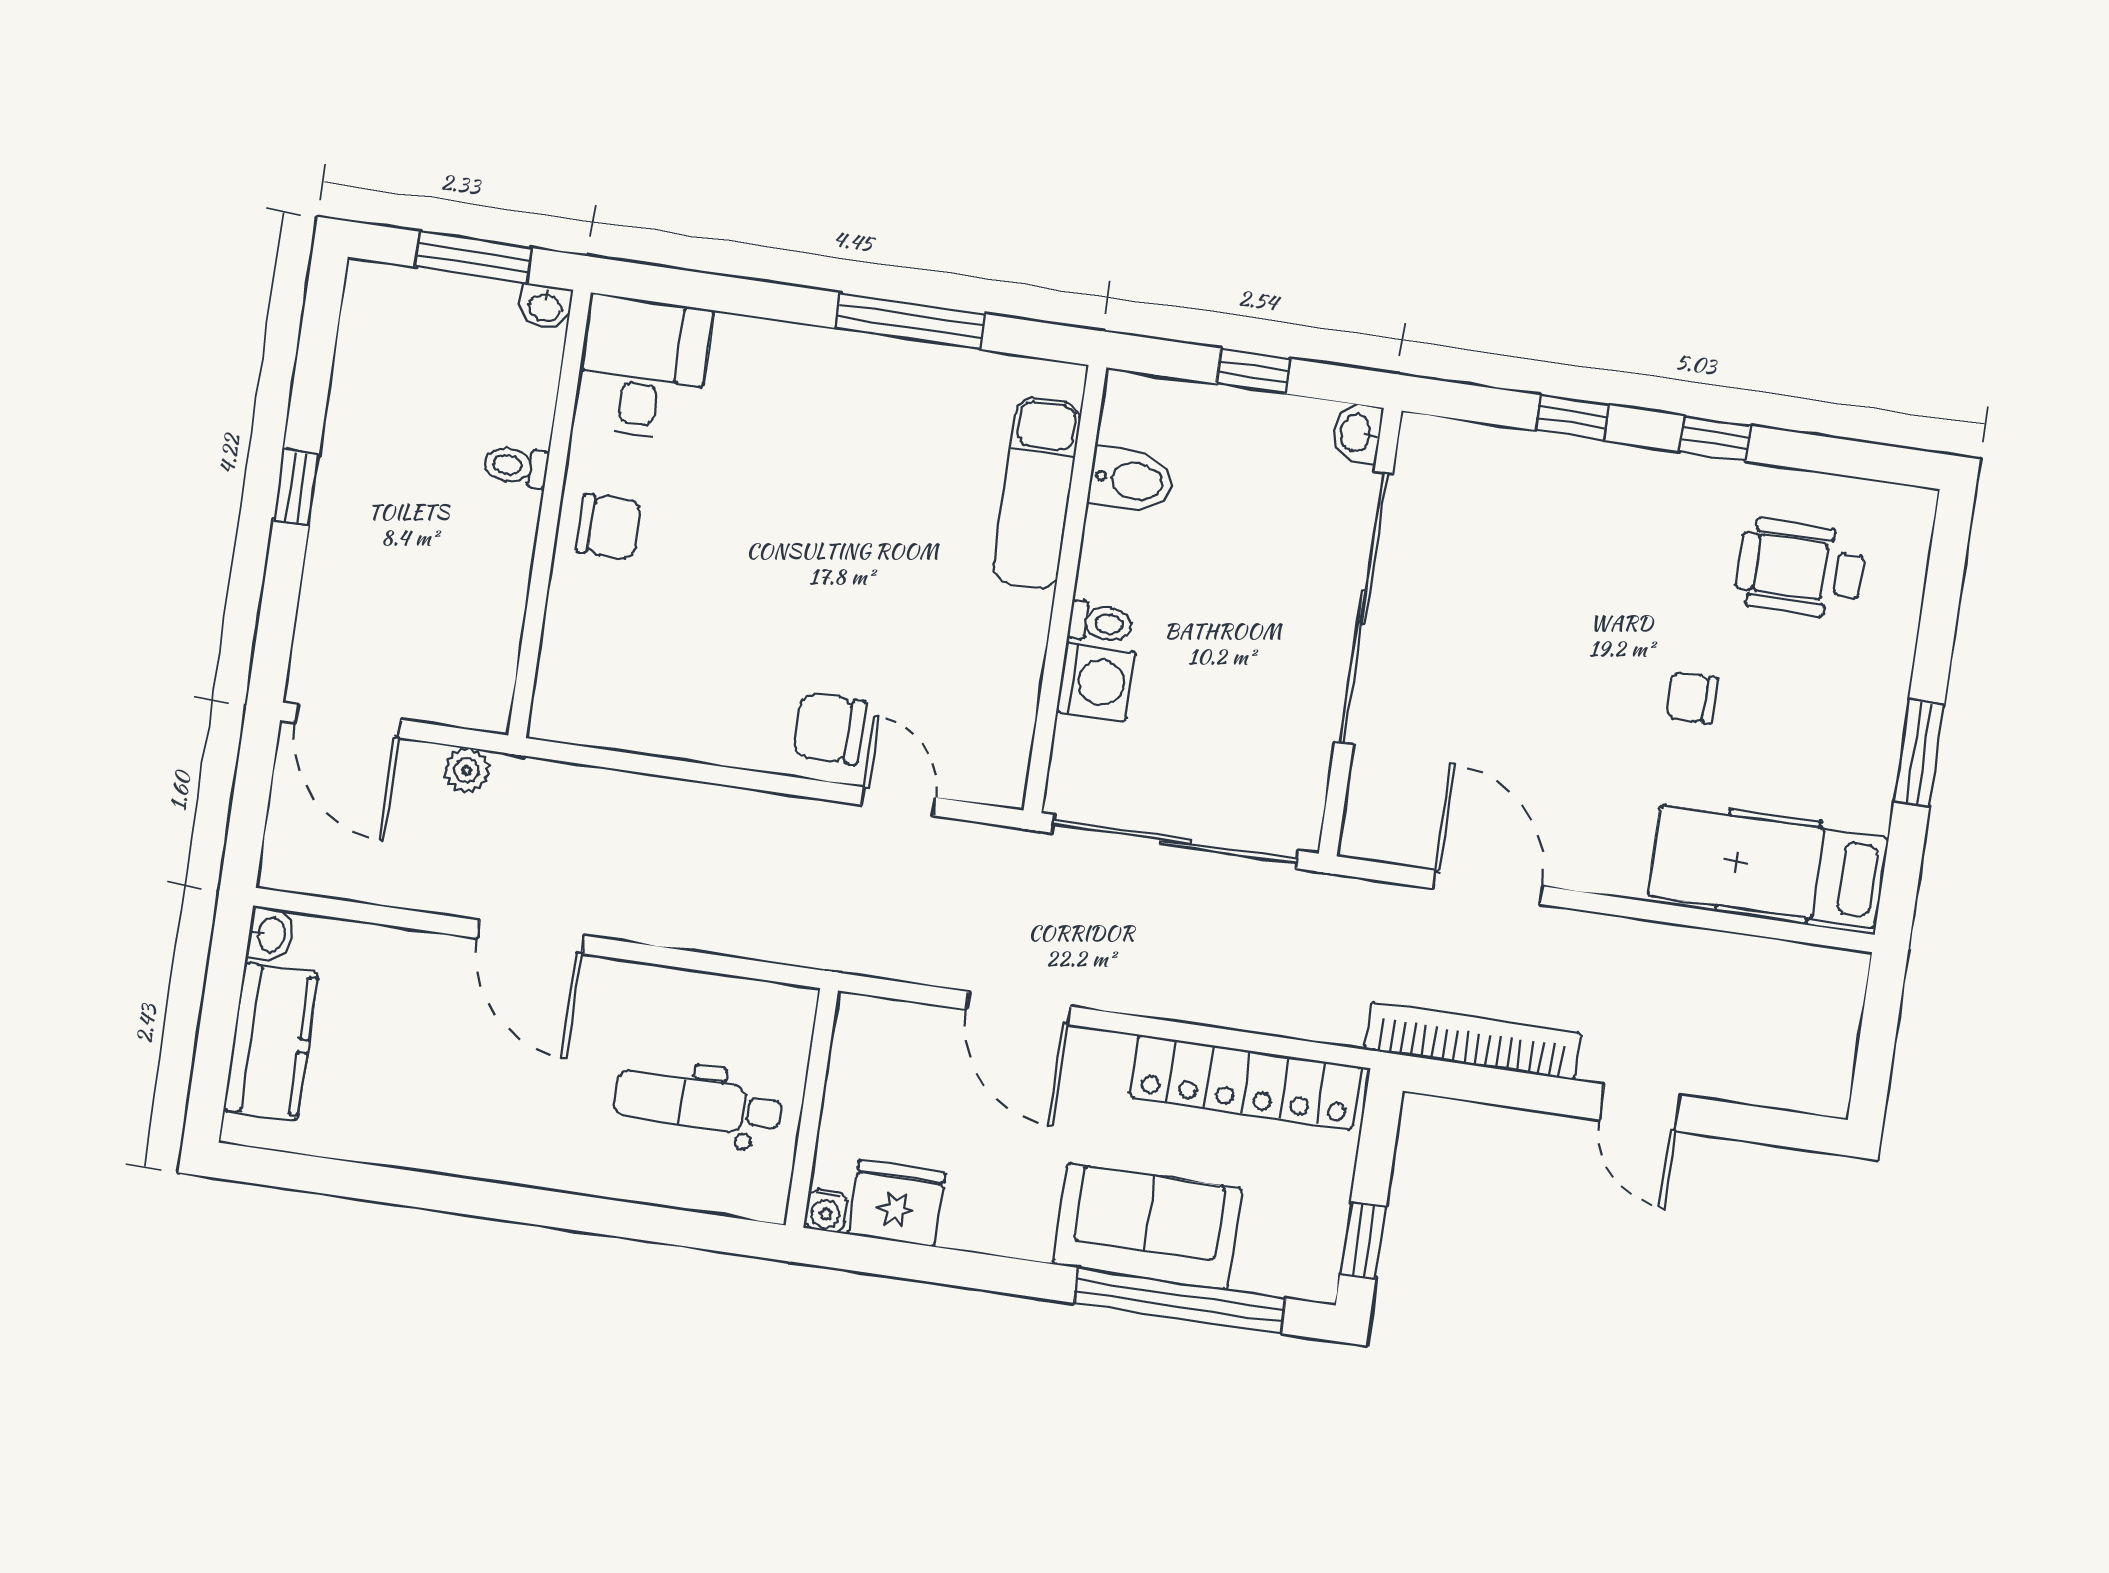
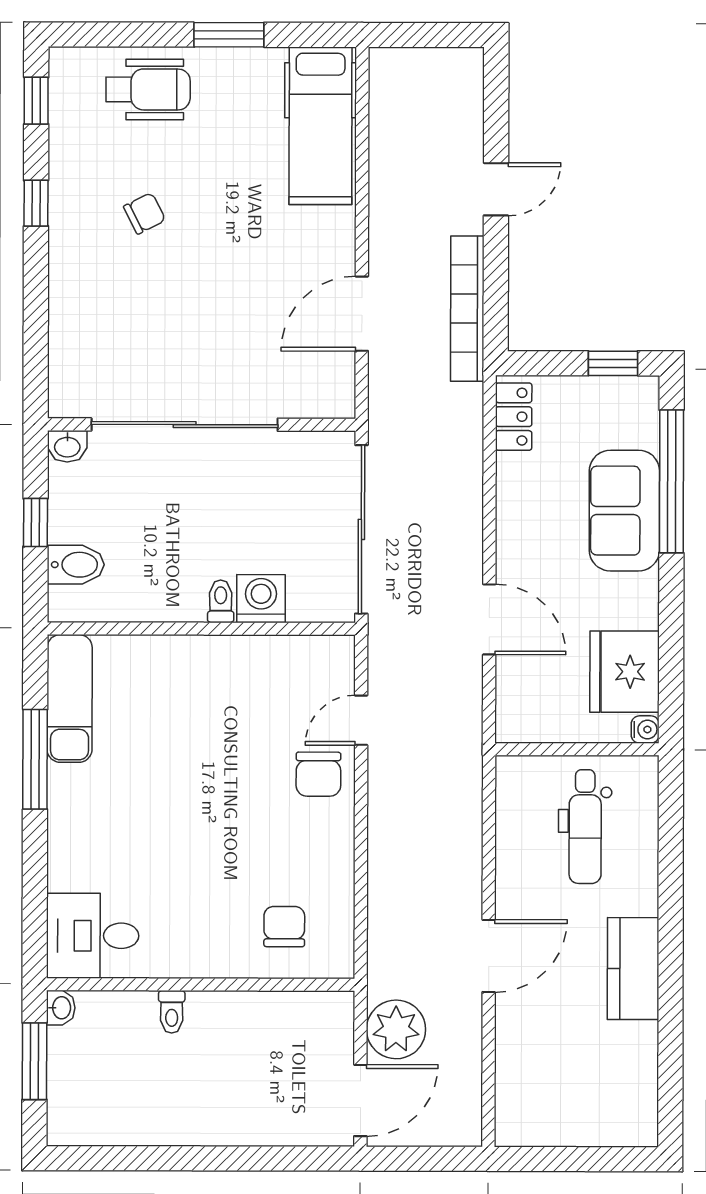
window: (1572, 418) -> (36, 101), moved
bidet: (1131, 480) -> (76, 565), moved, turned 90
window: (296, 487) -> (207, 1158), removed
exam couch: (1037, 493) -> (70, 698), moved, turned -90
chair: (609, 527) -> (284, 927), moved
wheelchair: (1800, 569) -> (148, 89), moved, turned -90
chair: (1692, 698) -> (145, 213), moved, turned -117
plant: (467, 770) -> (396, 1029), width x1.88, depth x1.88
washbasin: (270, 934) -> (512, 1132), removed
door: (1018, 1008) -> (489, 619), hinge flipped
kitchen counter: (271, 1041) -> (633, 969), moved, turned -90
locker: (1246, 1082) -> (514, 417), width x0.46, depth x0.83
fridge: (897, 1203) -> (625, 672), width x1.36, depth x1.34

